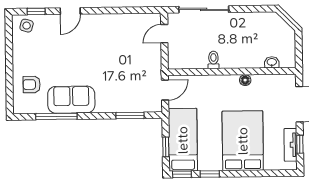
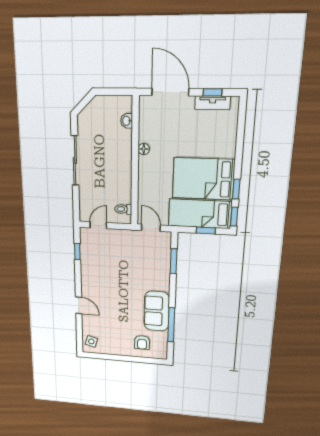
sliding door: (204, 9) -> (75, 161), moved
window: (36, 11) -> (77, 252), moved
door: (164, 34) -> (98, 225), swing flipped
toilet: (213, 60) -> (123, 209), moved
bed: (243, 141) -> (203, 179), moved

